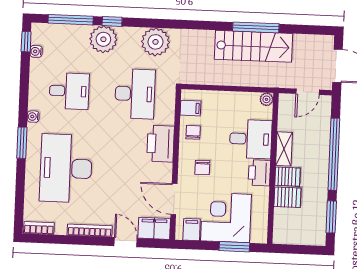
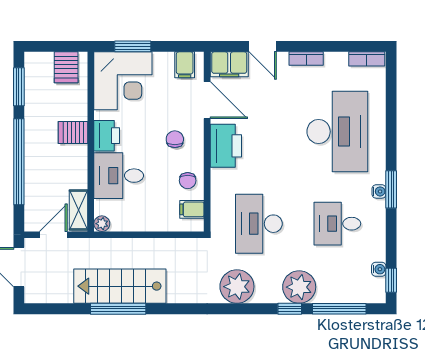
window: (22, 143) -> (391, 189), moved
printer: (161, 144) -> (226, 146), moved
shelving: (284, 149) -> (79, 210), moved
server rack: (287, 197) -> (66, 67), moved, turned -90
corner desk: (226, 218) -> (123, 81), moved
bookcase: (90, 230) -> (306, 59), width x0.64

